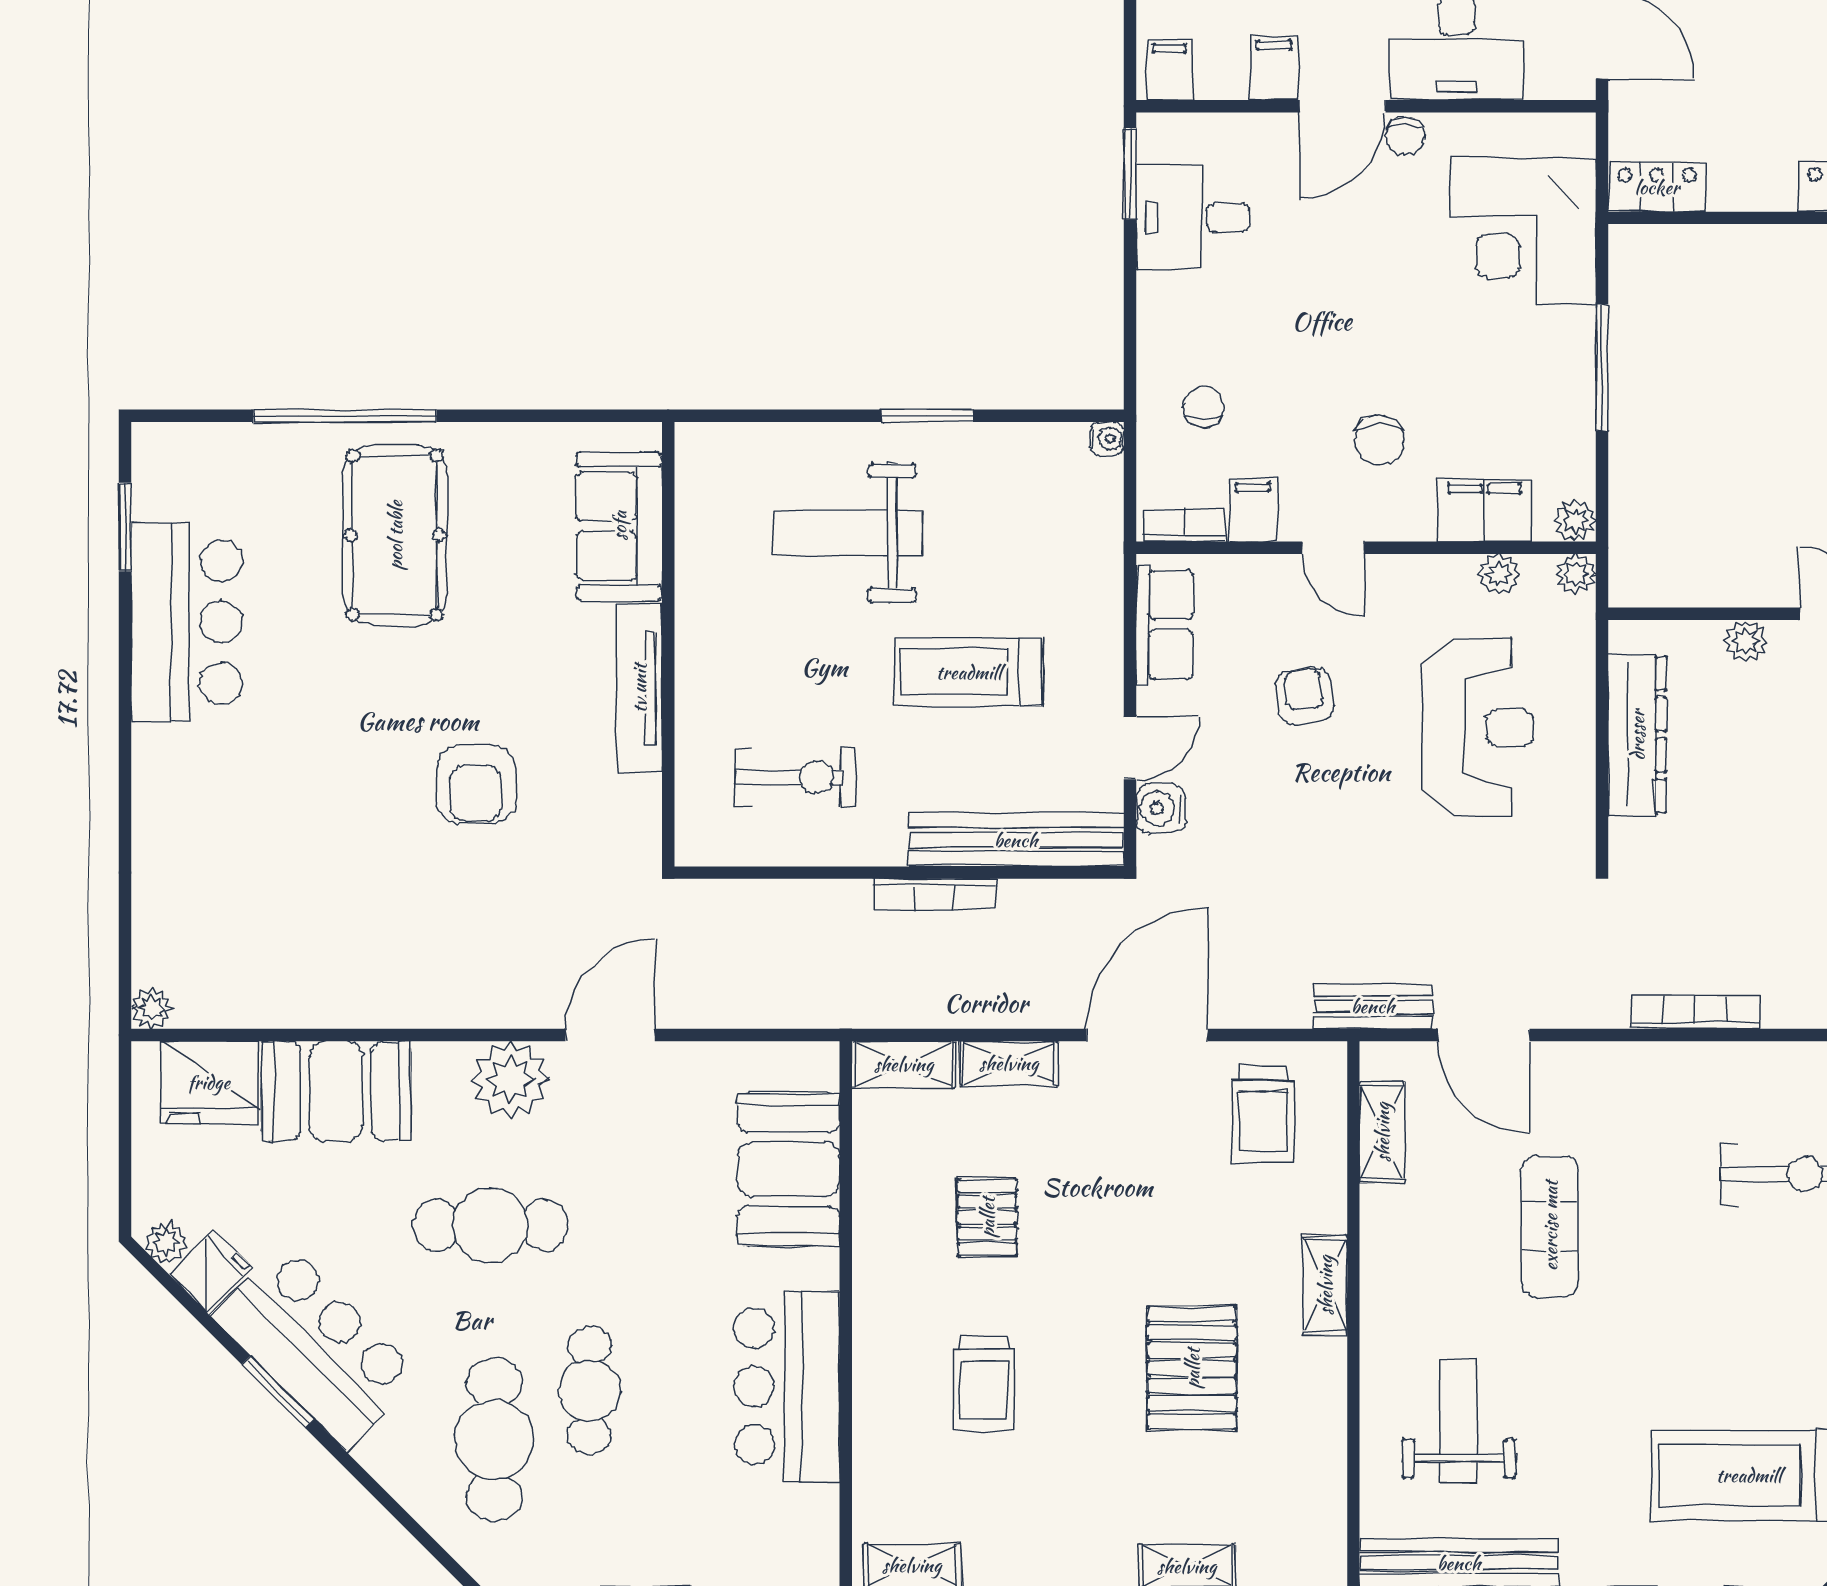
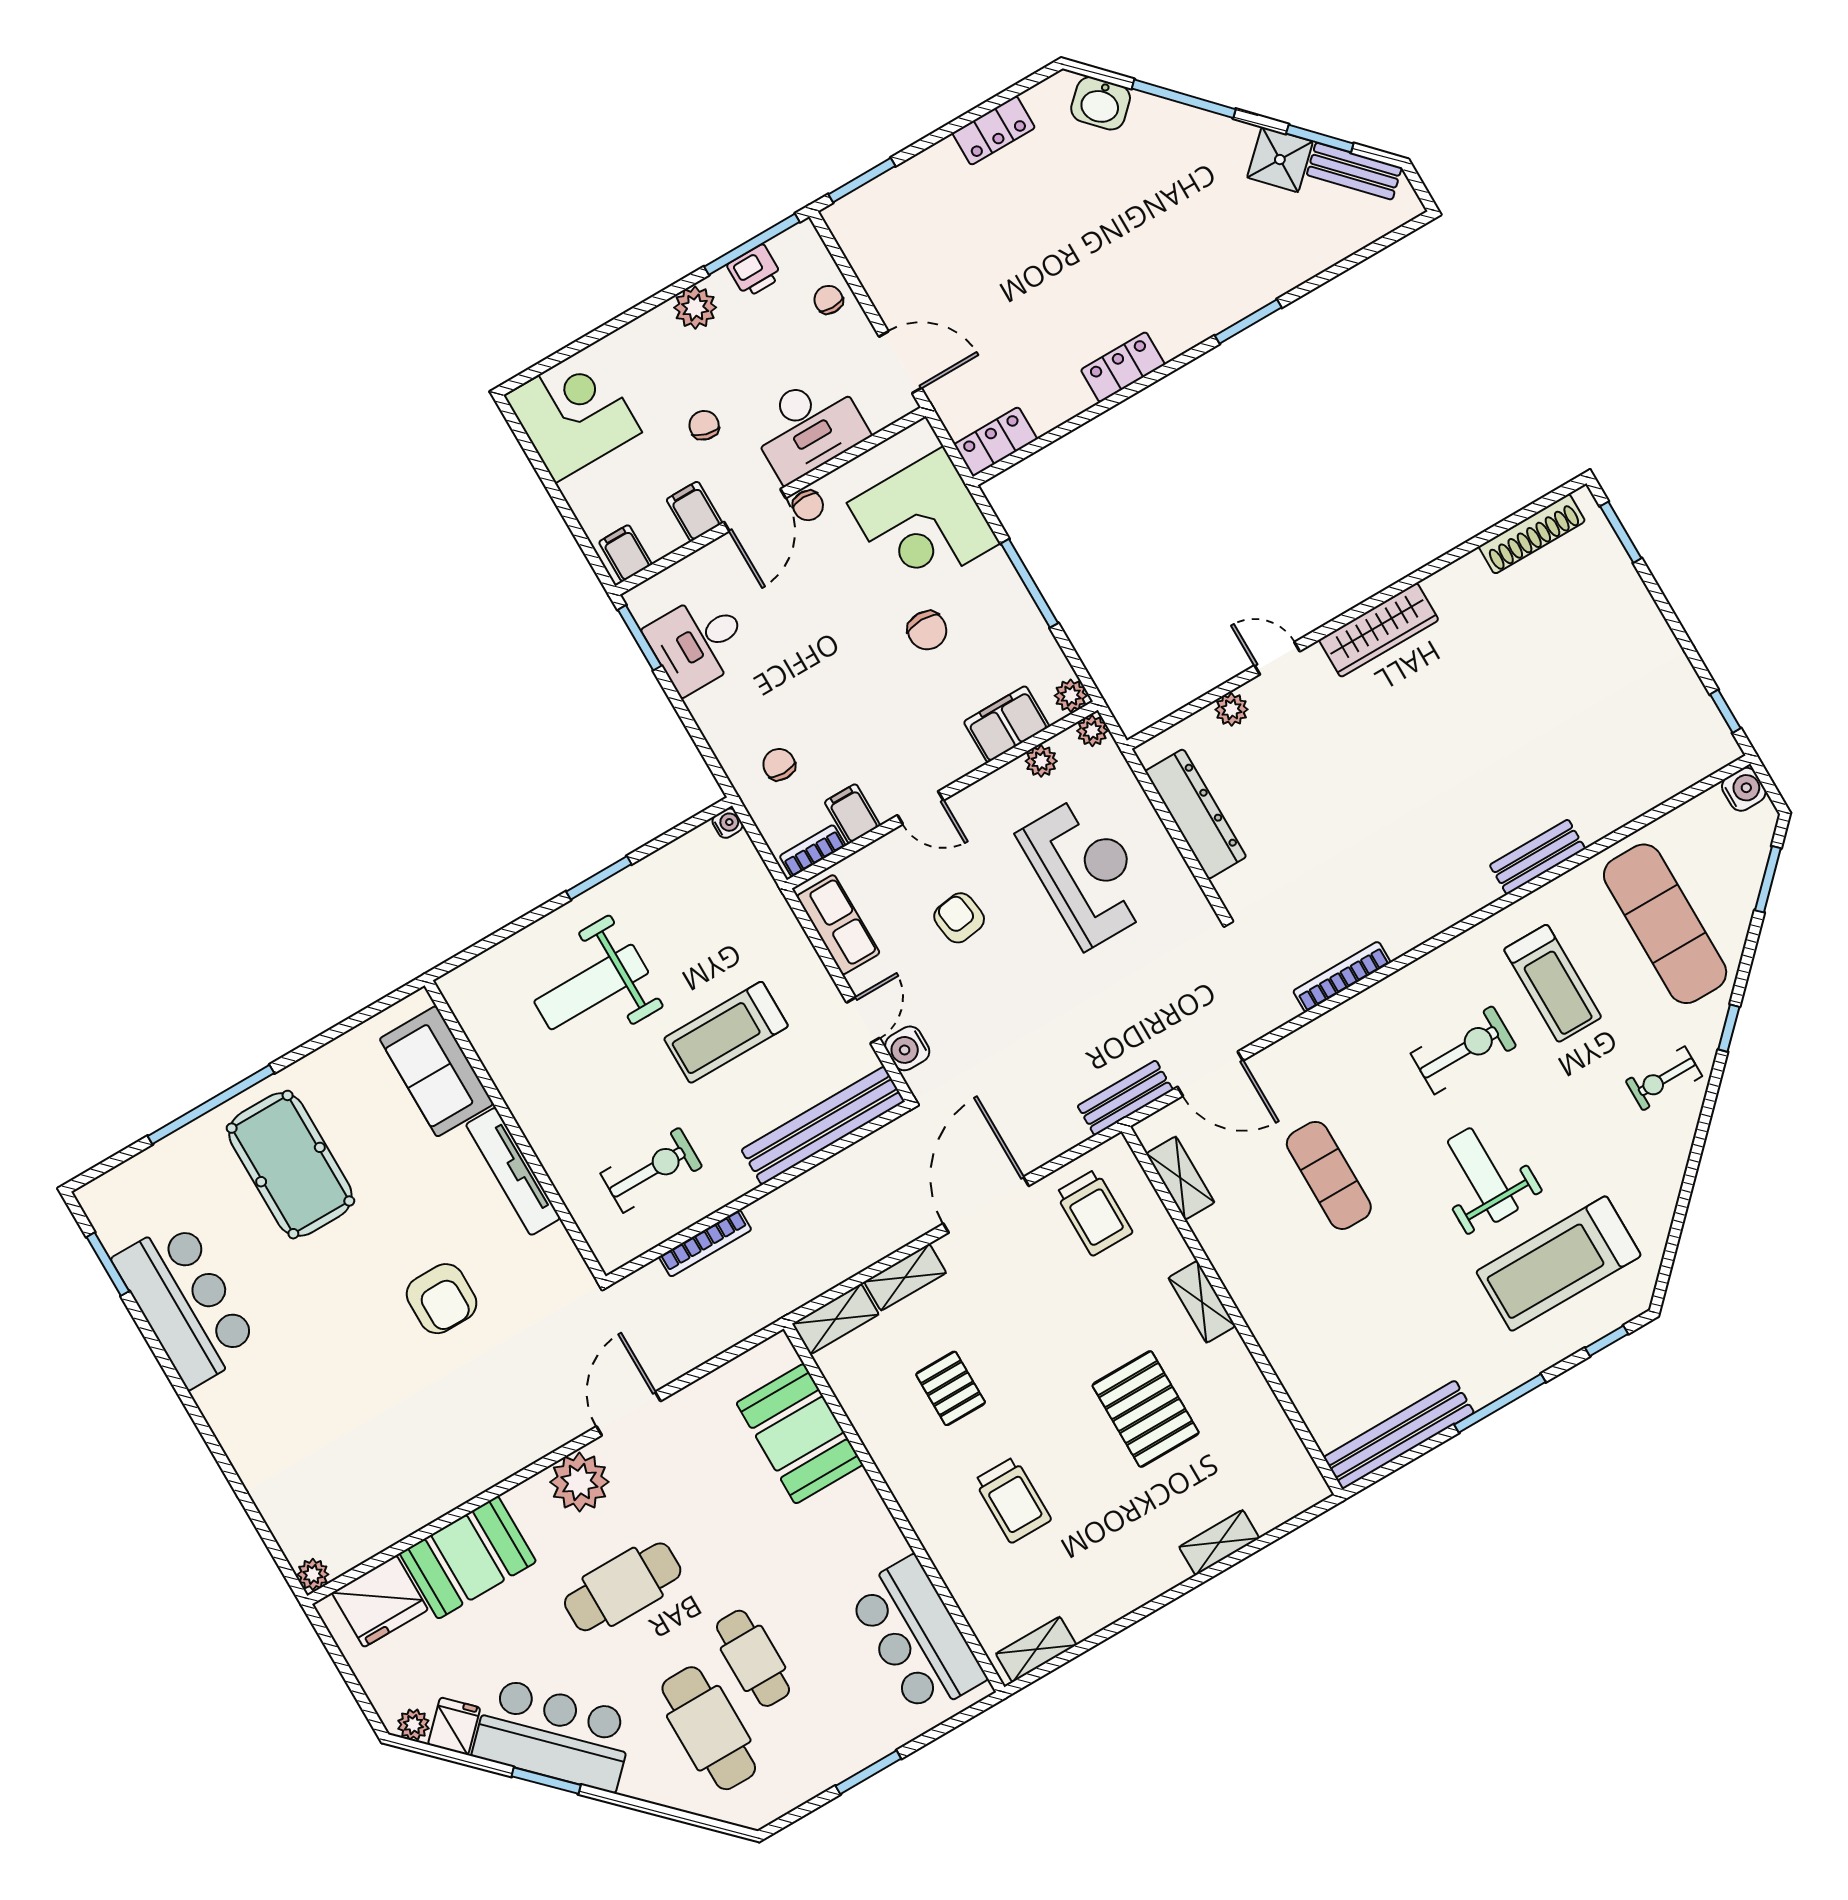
chair: (1380, 440) -> (927, 630), moved
bookcase: (934, 894) -> (705, 1243), moved
bar counter: (787, 1387) -> (917, 1636), moved
weight bench: (1459, 1421) -> (1483, 1175), moved

